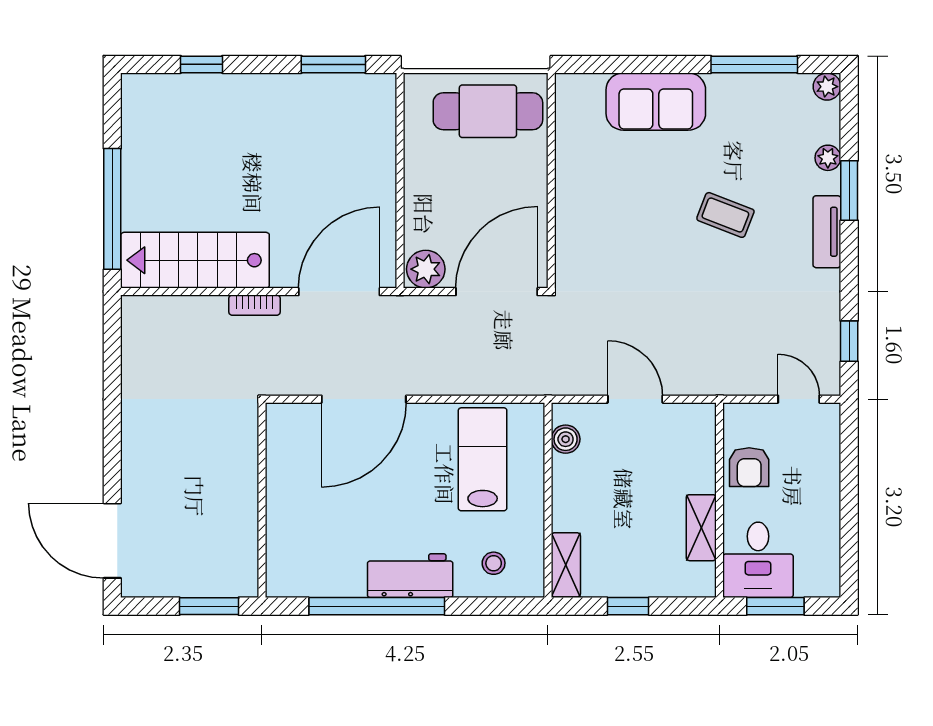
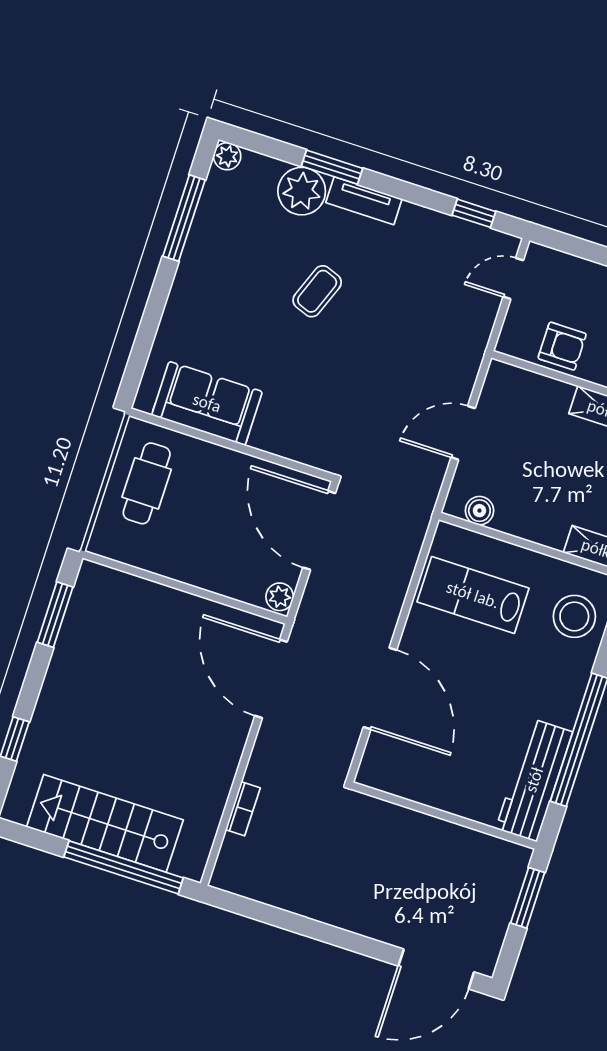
sofa: (656, 102) -> (207, 403), moved, turned -90
cafe table: (488, 111) -> (147, 483), width x0.73, depth x0.74
plant: (828, 158) -> (302, 191), width x1.87, depth x1.87
stairs: (195, 260) -> (105, 823), moved, turned 90
plant: (426, 269) -> (280, 597), width x0.73, depth x0.73
bookcase: (254, 305) -> (243, 809), moved
stool: (494, 563) -> (574, 616), width x1.89, depth x1.89
workbench: (410, 576) -> (534, 780), moved, width x1.38

